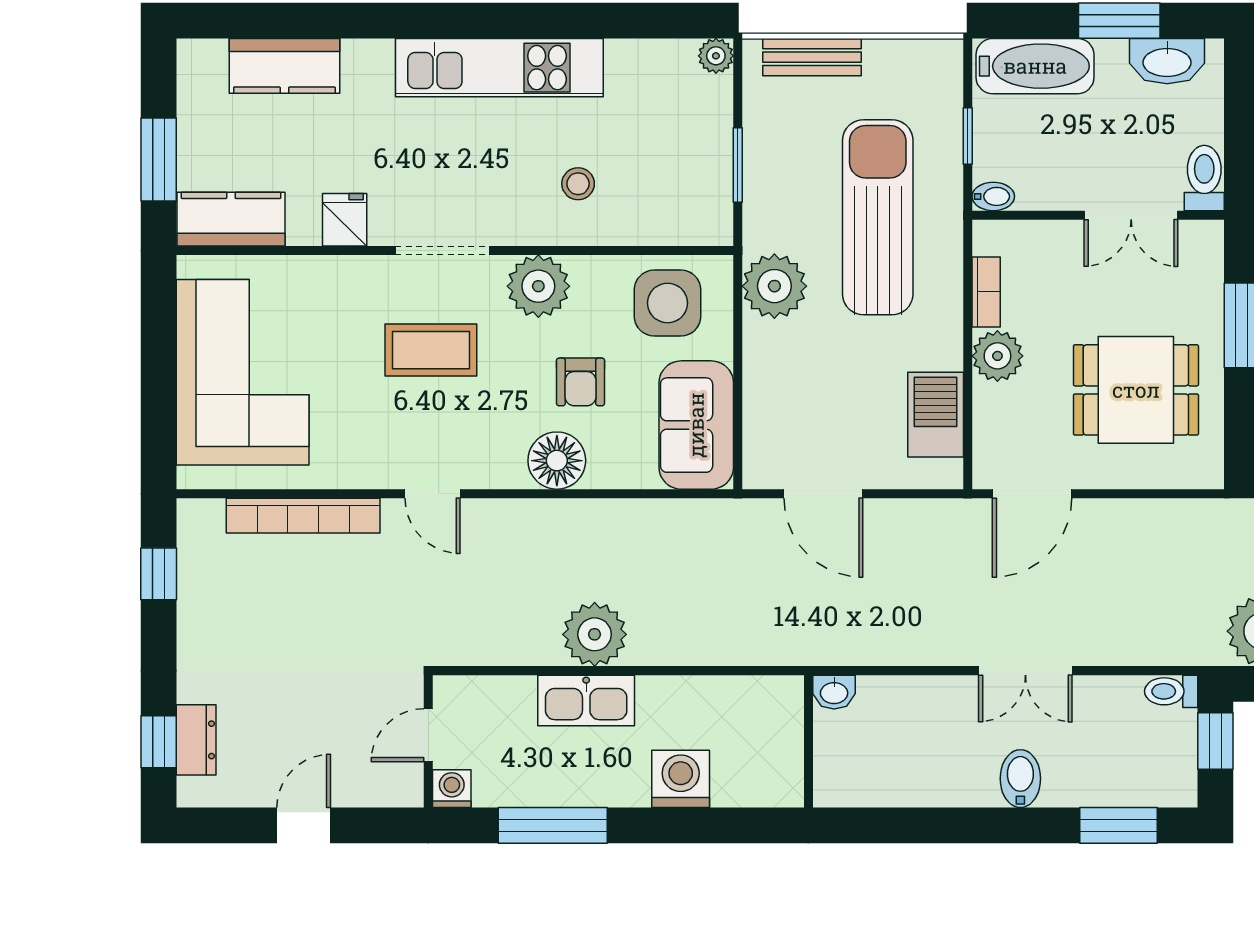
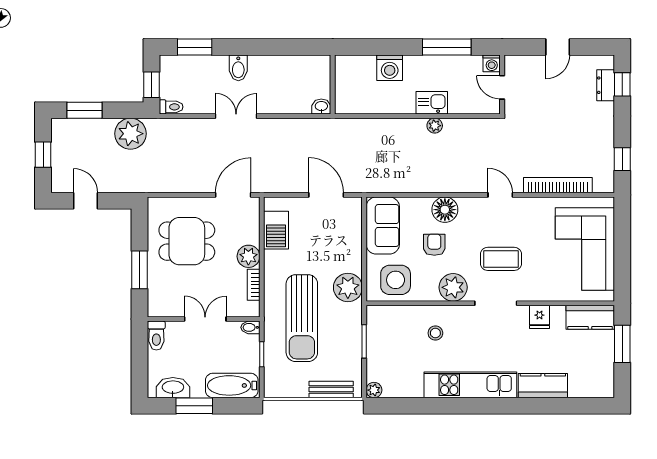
kitchen counter: (284, 66) -> (543, 386), moved
double door: (1131, 215) -> (205, 319), moved
plant: (595, 634) -> (435, 126), width x0.53, depth x0.53
kitchen sink: (586, 701) -> (432, 103), width x0.73
door: (428, 735) -> (502, 87), swing flipped

